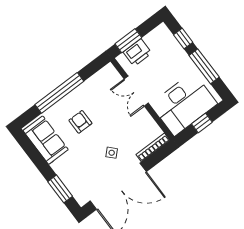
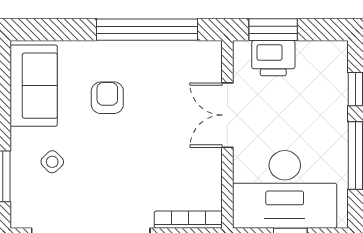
window: (59, 93) -> (147, 30), moved
side table: (112, 153) -> (52, 162), moved

